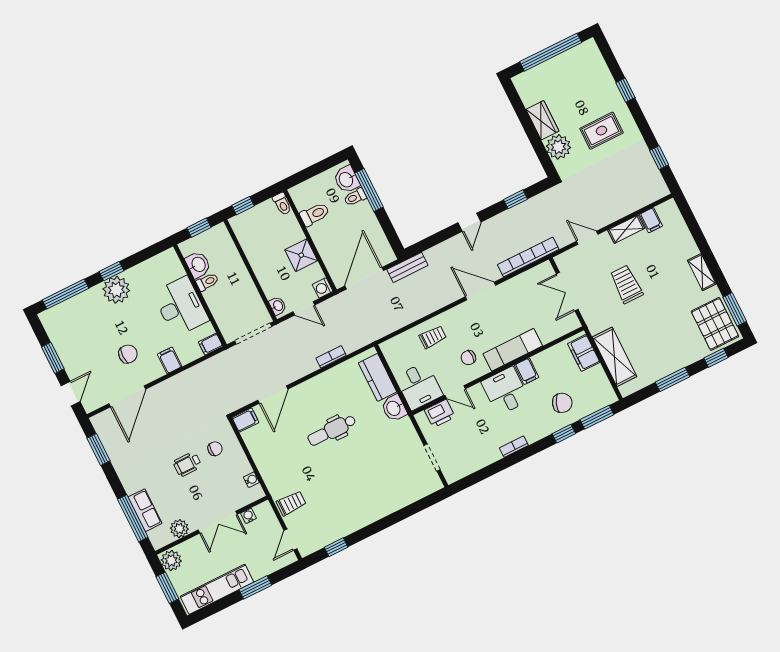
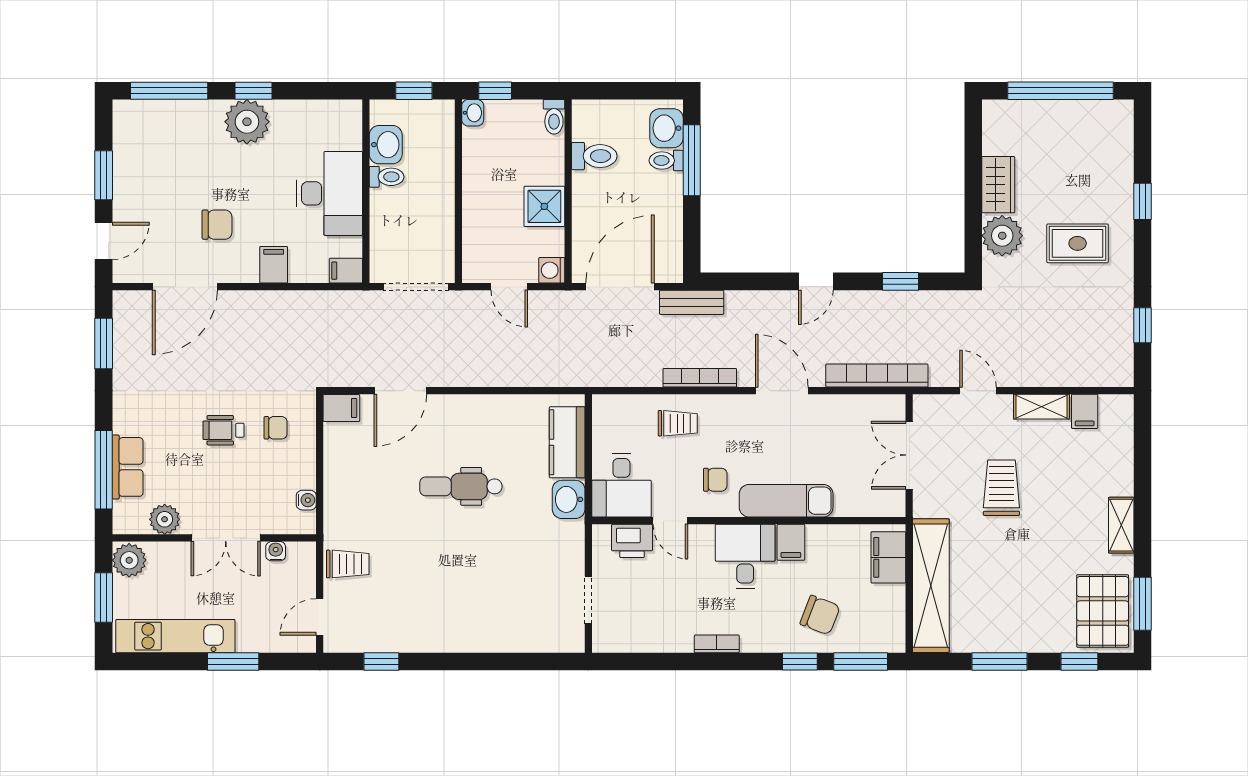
washbasin: (278, 306) -> (473, 113), moved
bookcase: (331, 357) -> (700, 378), moved, width x1.56
shelving: (615, 357) -> (931, 586), width x1.47
chair: (468, 358) -> (715, 480), turned 180

